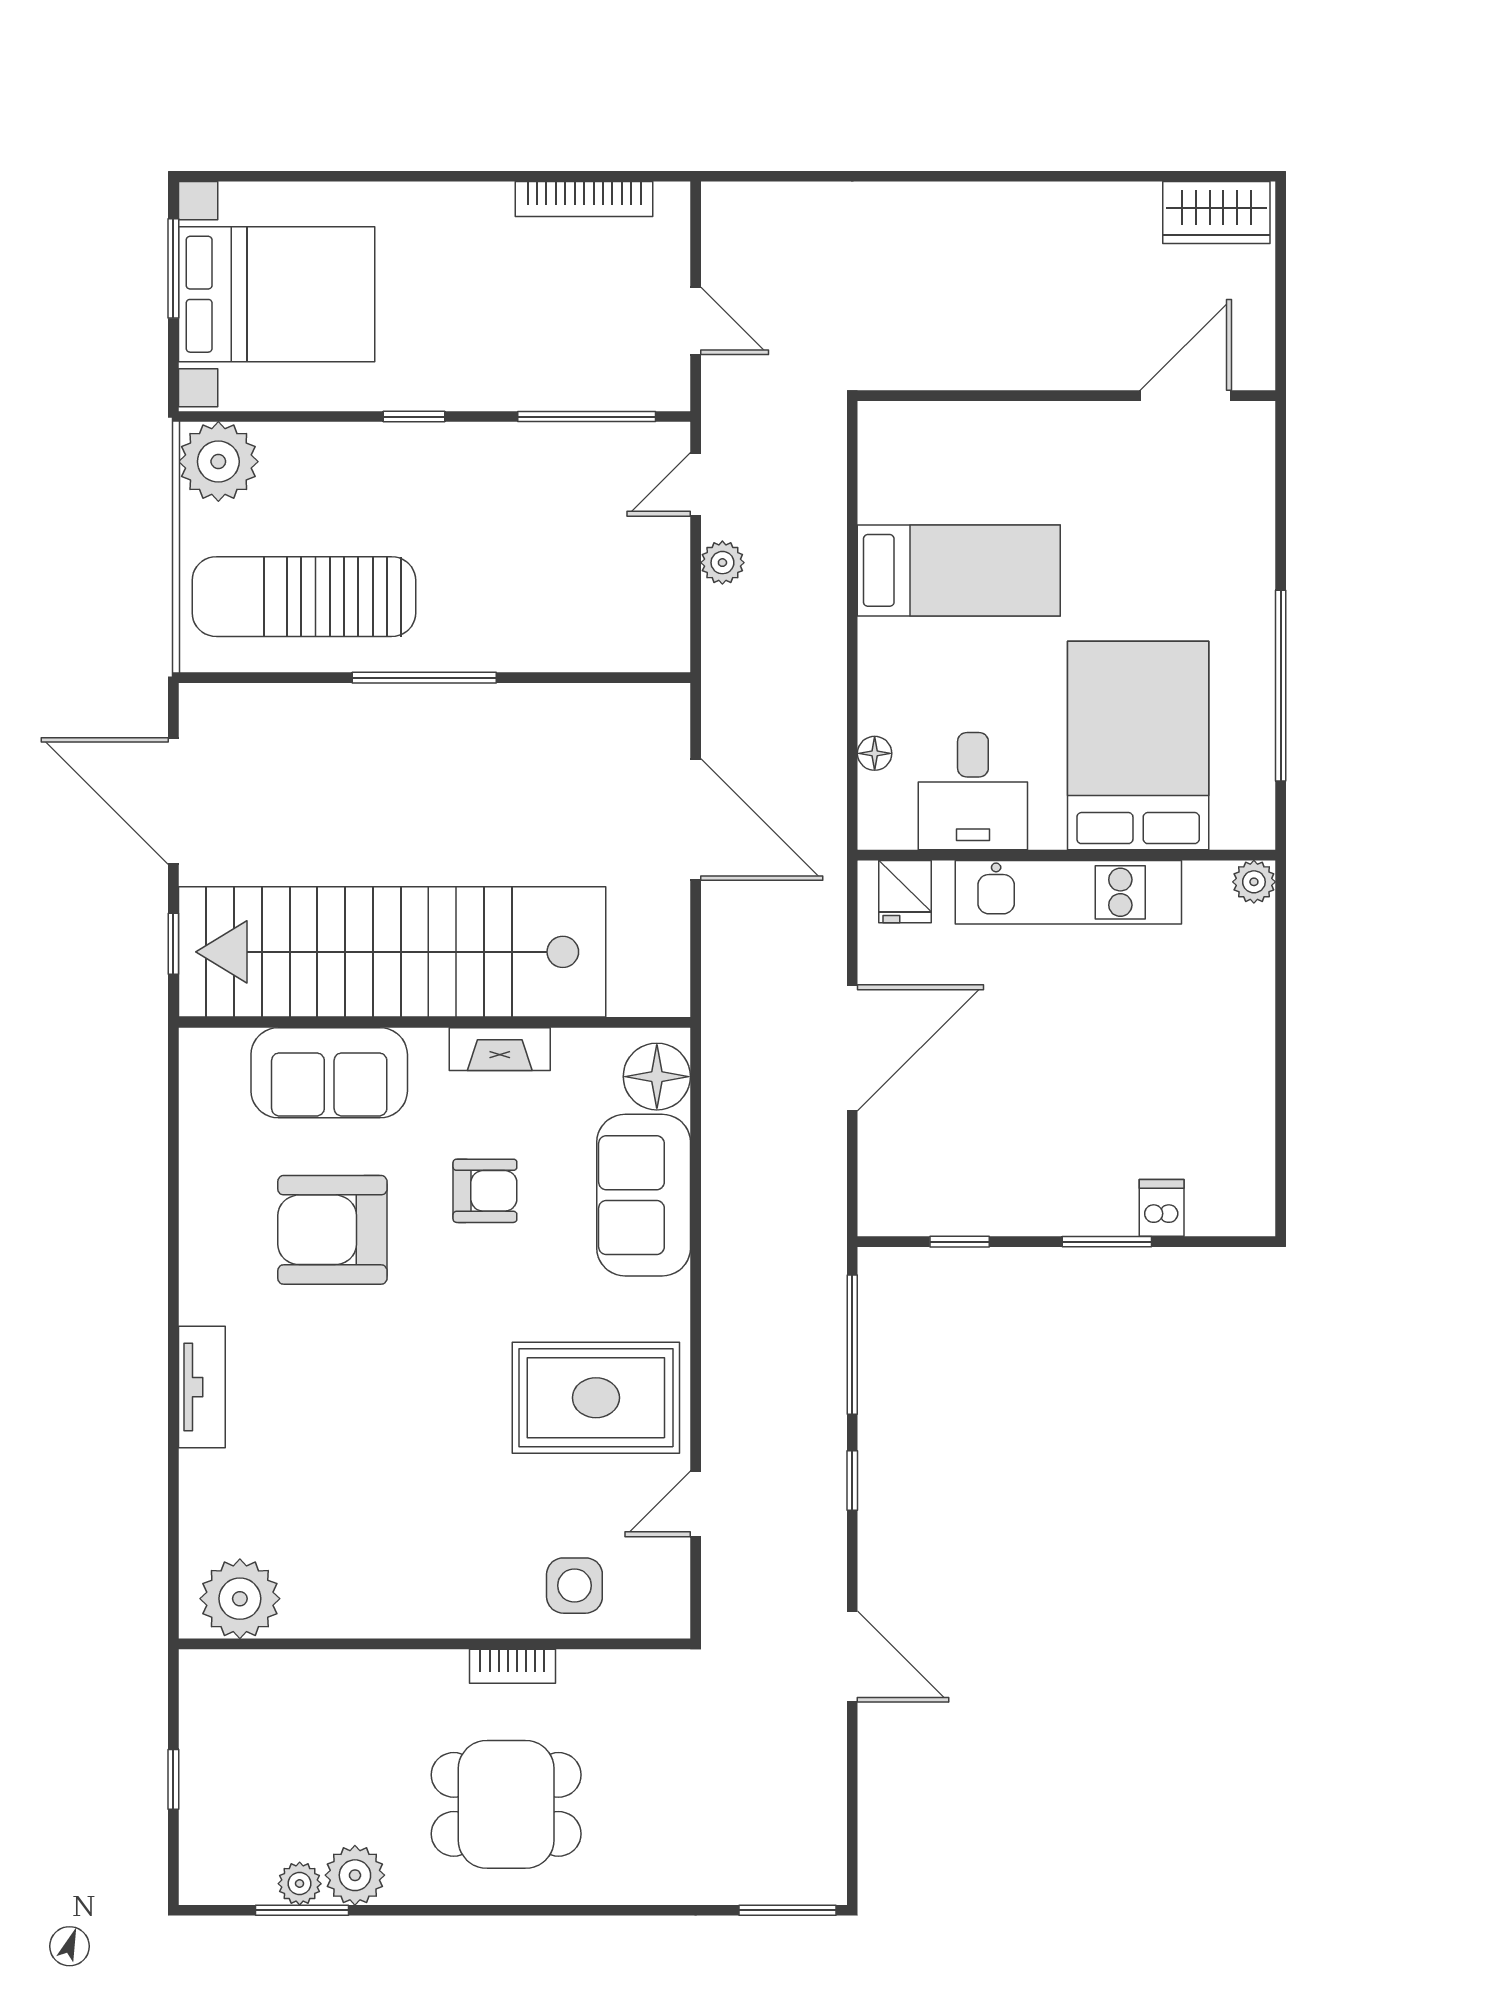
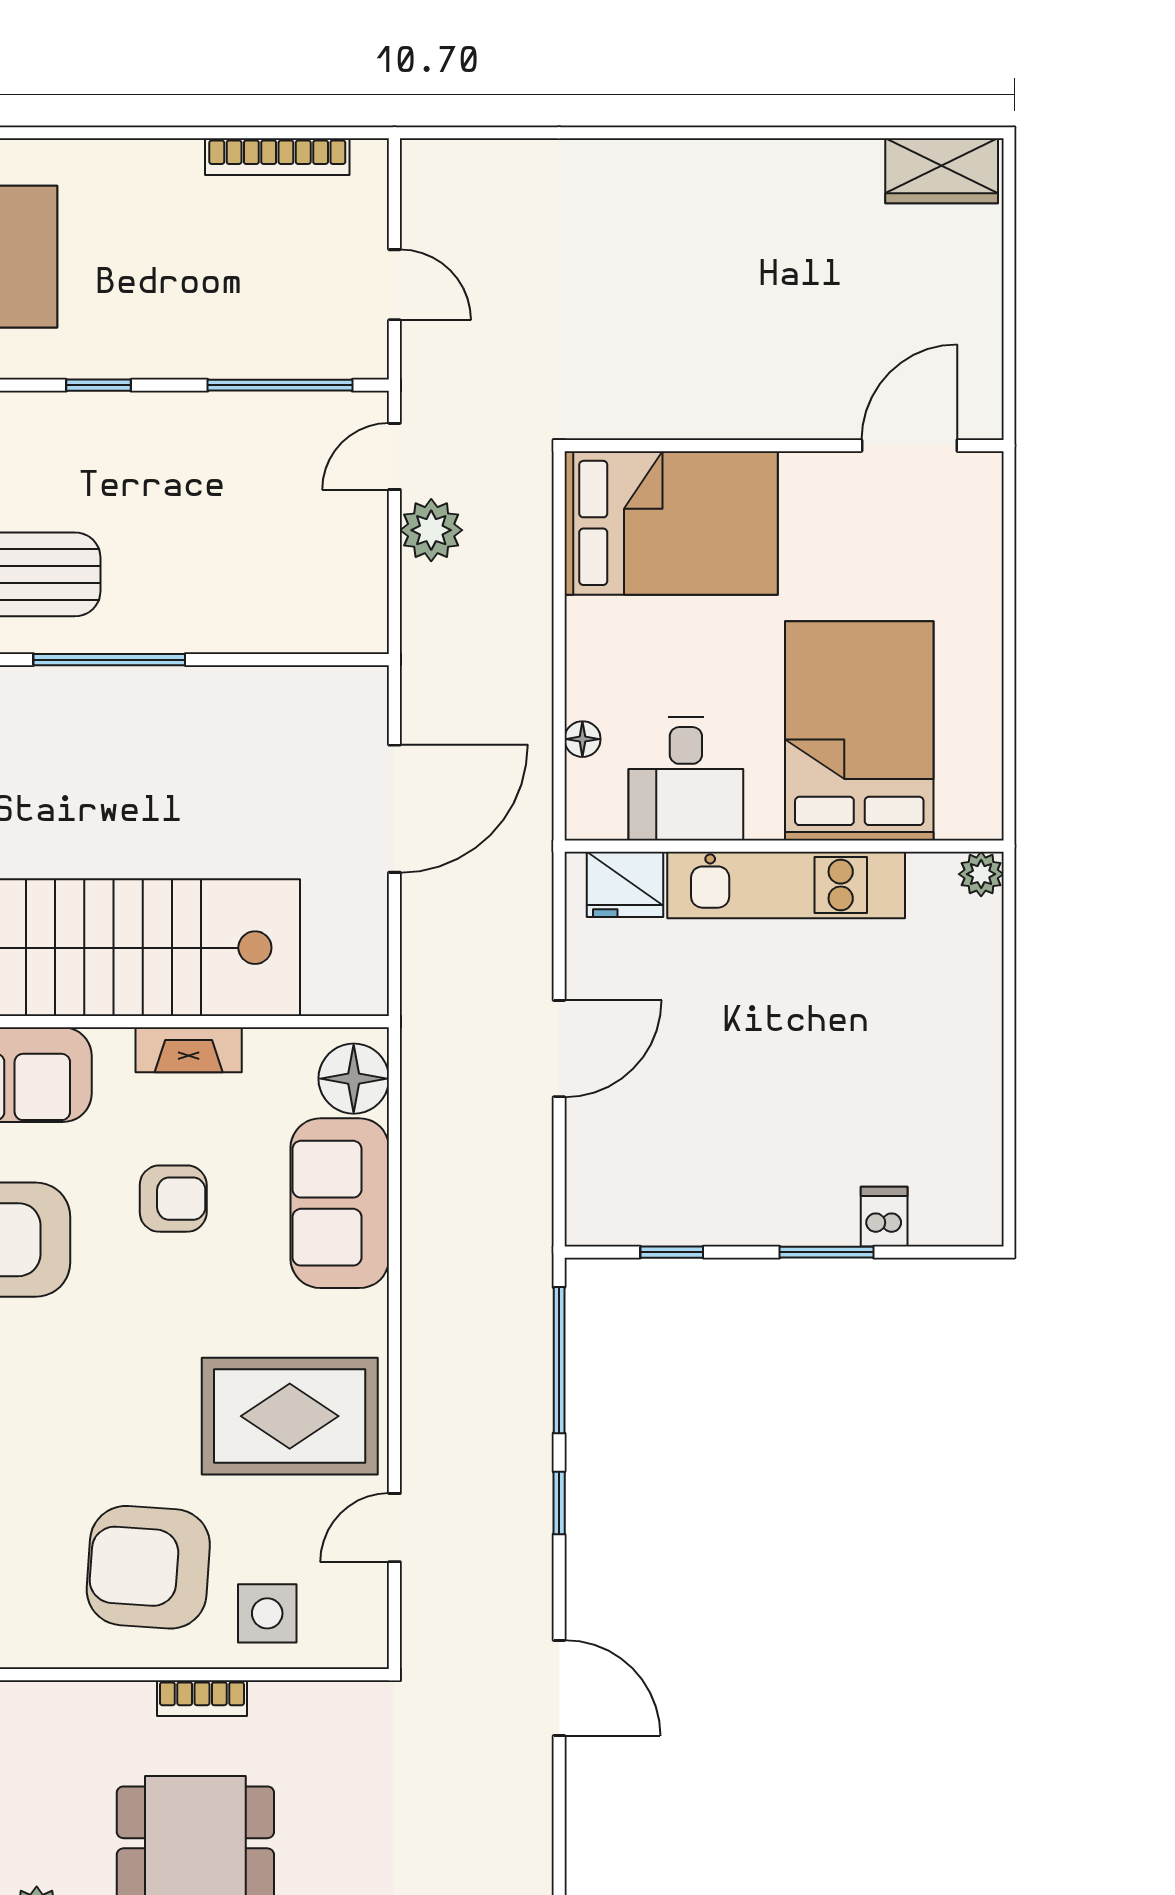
wall: (1066, 396) -> (784, 446), moved
door: (1186, 396) -> (909, 446), moved
plant: (722, 563) -> (431, 530), width x1.38, depth x1.38
bed: (959, 570) -> (671, 523), width x1.50
window: (1281, 686) -> (1009, 668), removed
door: (696, 820) -> (394, 809), hinge flipped
fridge: (905, 892) -> (625, 884), width x1.38
door: (852, 1048) -> (559, 1049), width x0.73
armchair: (461, 1542) -> (148, 1567), added

